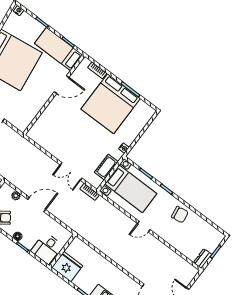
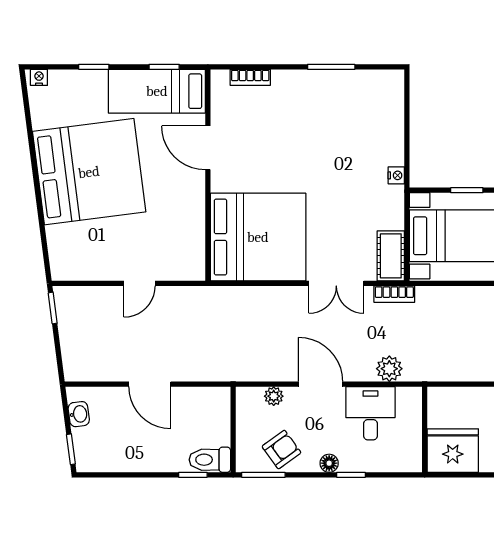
door: (62, 85) -> (208, 148), swing flipped
bed: (111, 104) -> (258, 237), moved, turned -90
cot: (106, 167) -> (391, 256), moved
door: (37, 204) -> (321, 384), hinge flipped
plant: (67, 218) -> (389, 369), added
desk: (47, 248) -> (370, 413), moved, turned 180

